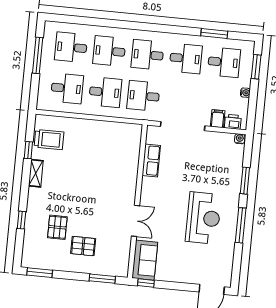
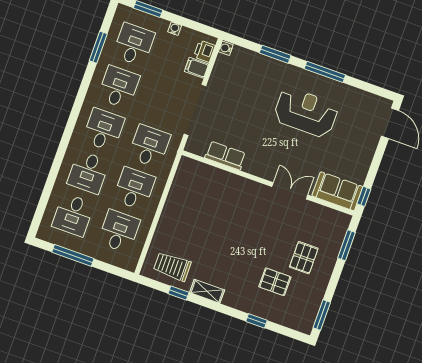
desk: (147, 55) -> (103, 130), turned 180
desk: (143, 96) -> (149, 146), turned 180
trolley: (49, 140) -> (172, 266), turned -90

